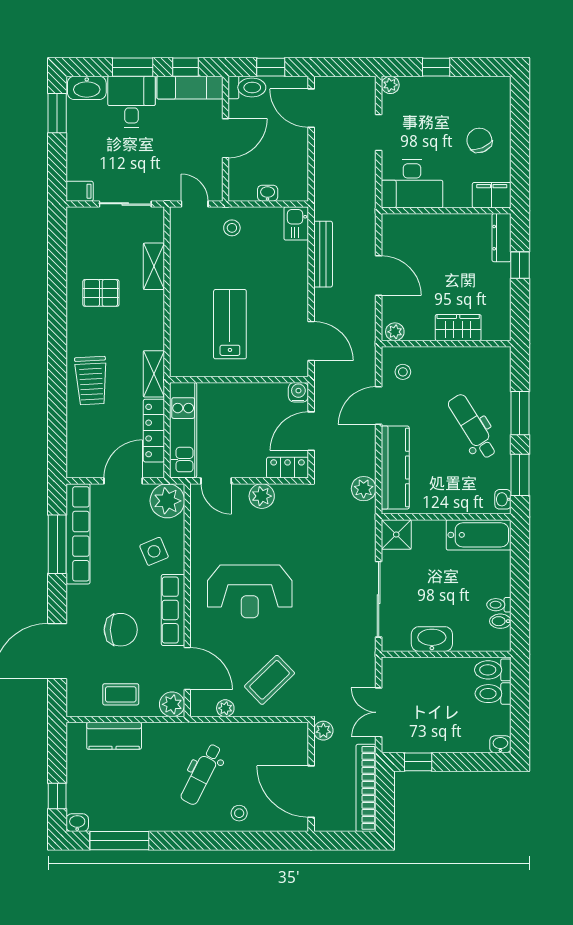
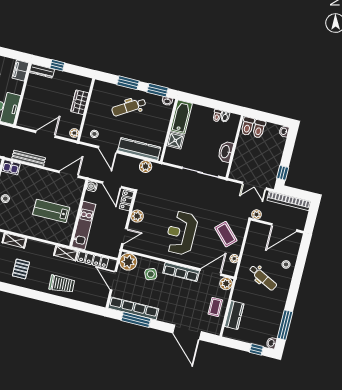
kitchen unit: (183, 430) -> (84, 225), moved, turned 90
shower: (396, 535) -> (175, 140), moved
reception desk: (250, 591) -> (181, 233), turned 180
chair: (121, 630) -> (184, 299), removed

